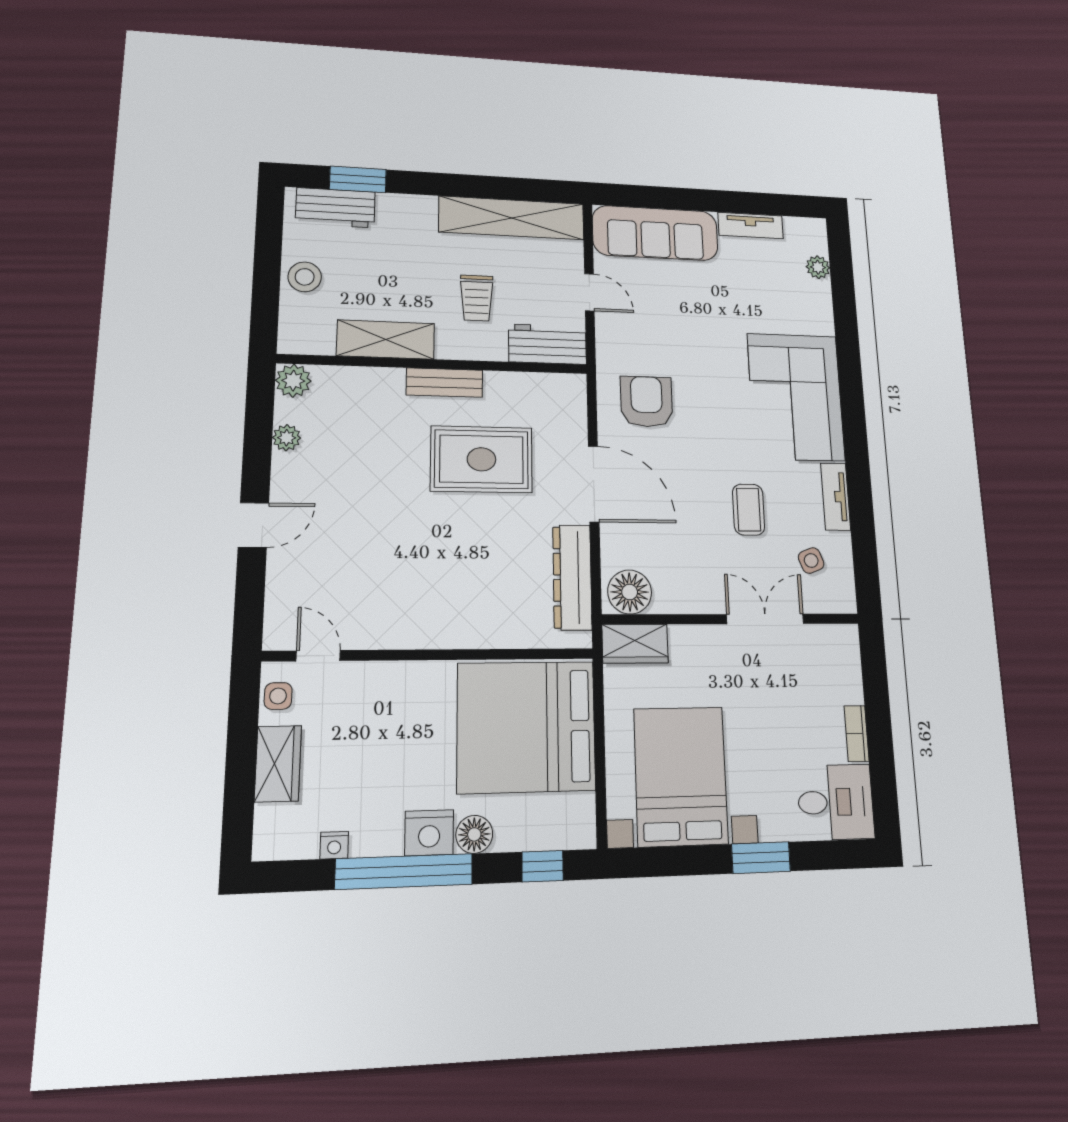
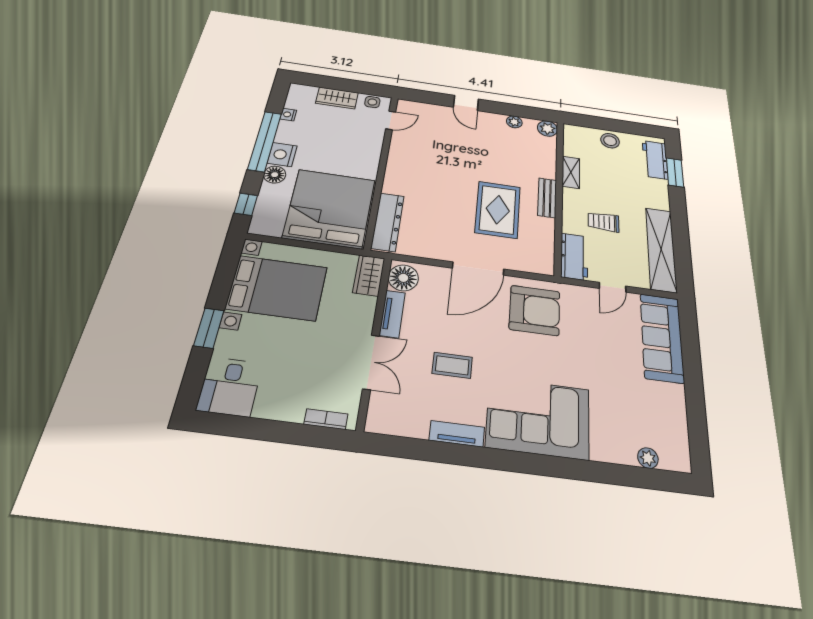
tv unit: (751, 225) -> (392, 314), moved, turned 180
shelving: (386, 340) -> (571, 172), width x0.67, depth x0.75
armchair: (646, 402) -> (535, 310), width x1.36, depth x1.36
side table: (811, 561) -> (409, 404), removed
dresser: (572, 577) -> (388, 222), moved, turned 90
bookcase: (857, 733) -> (326, 419), moved

